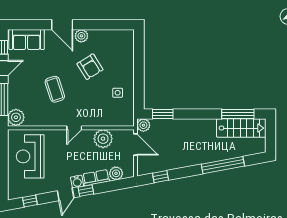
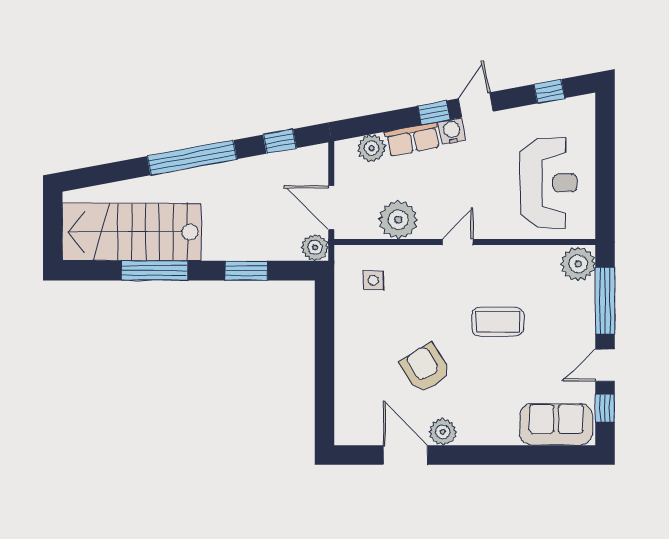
door: (62, 25) -> (406, 455), moved
coffee table: (55, 89) -> (498, 322), turned -72
side table: (118, 93) -> (373, 280), moved
window: (163, 114) -> (246, 271), moved
window: (238, 114) -> (154, 271), moved
stairs: (241, 128) -> (132, 232), width x1.36, depth x1.51
window: (223, 165) -> (192, 158), moved

